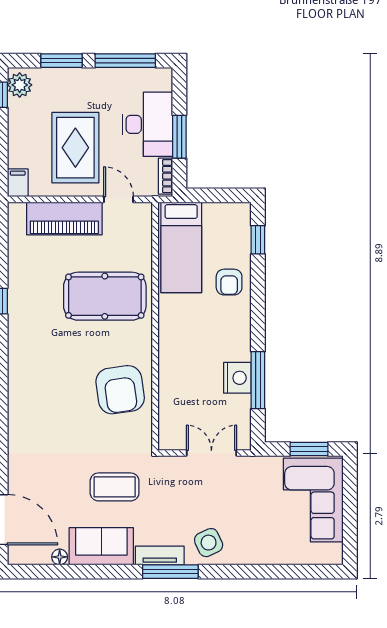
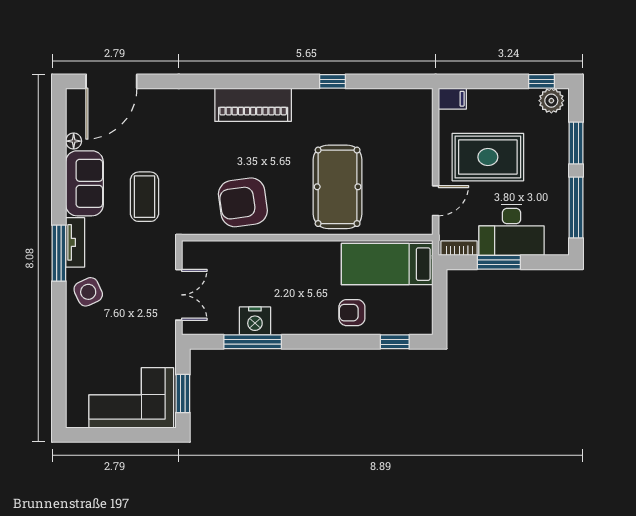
piano: (64, 218) -> (253, 105), moved, turned -90

